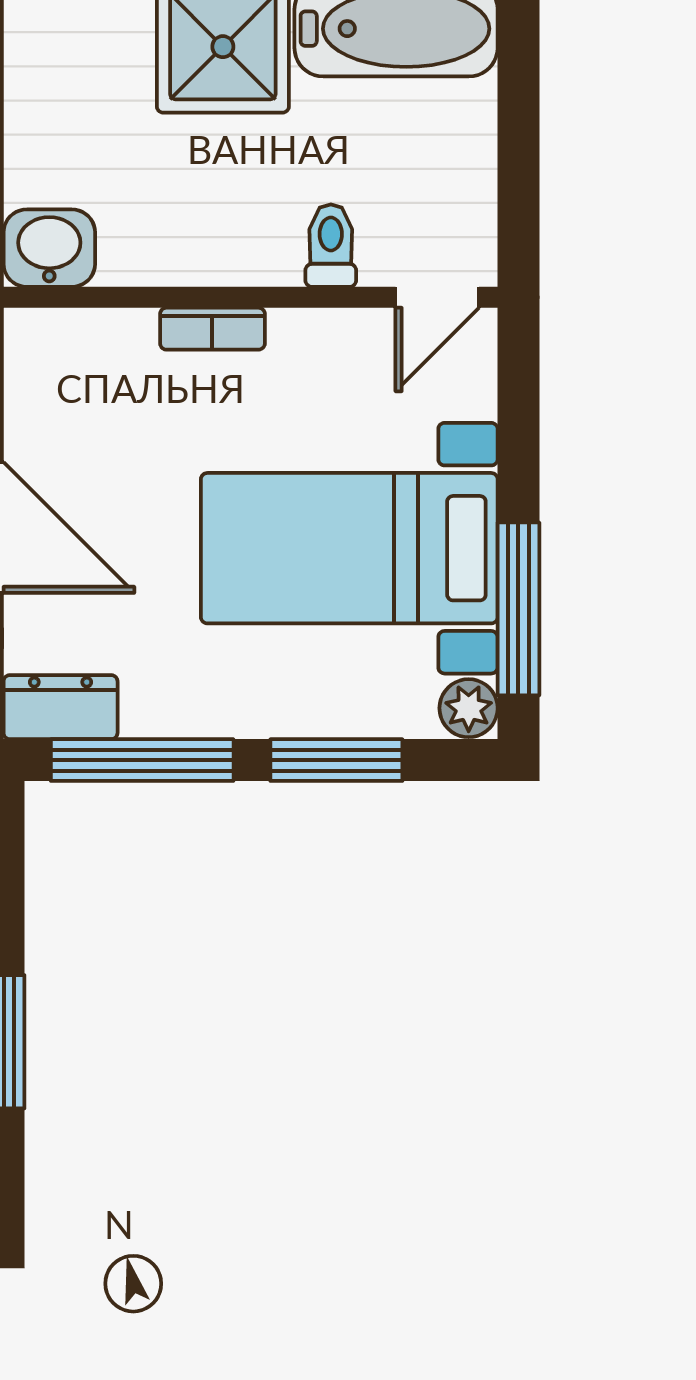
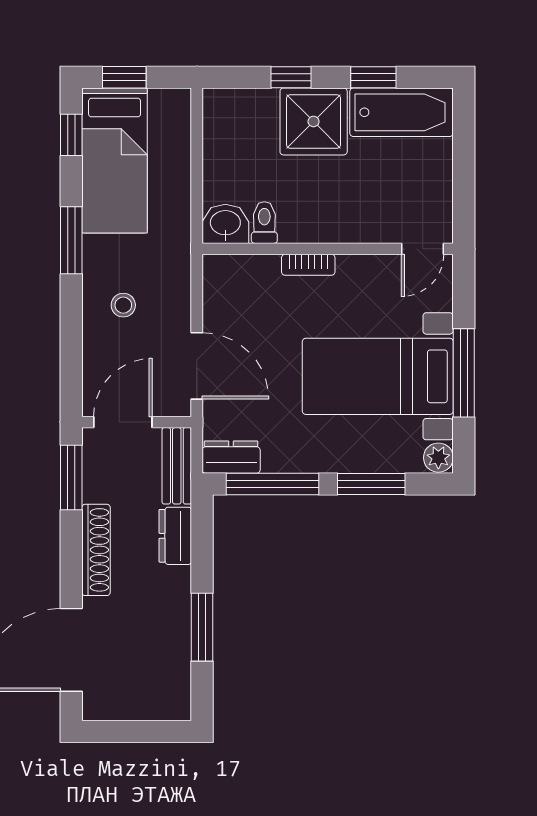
toilet: (331, 246) -> (264, 223), moved
window: (518, 609) -> (464, 373), moved

